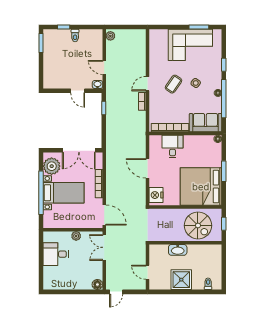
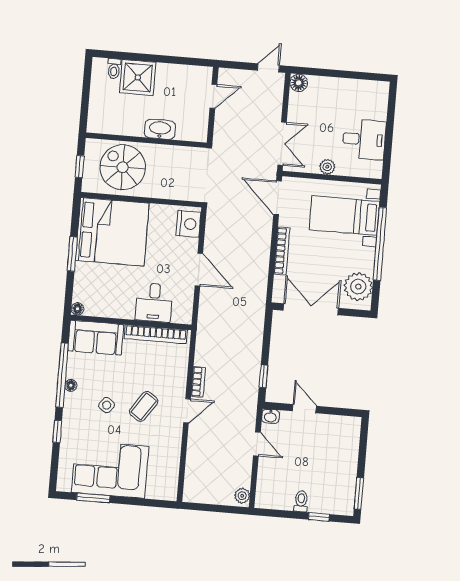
bed with nightstands: (63, 193) -> (344, 216), moved
door: (147, 272) -> (213, 96), hinge flipped
shower: (181, 280) -> (138, 78), moved

